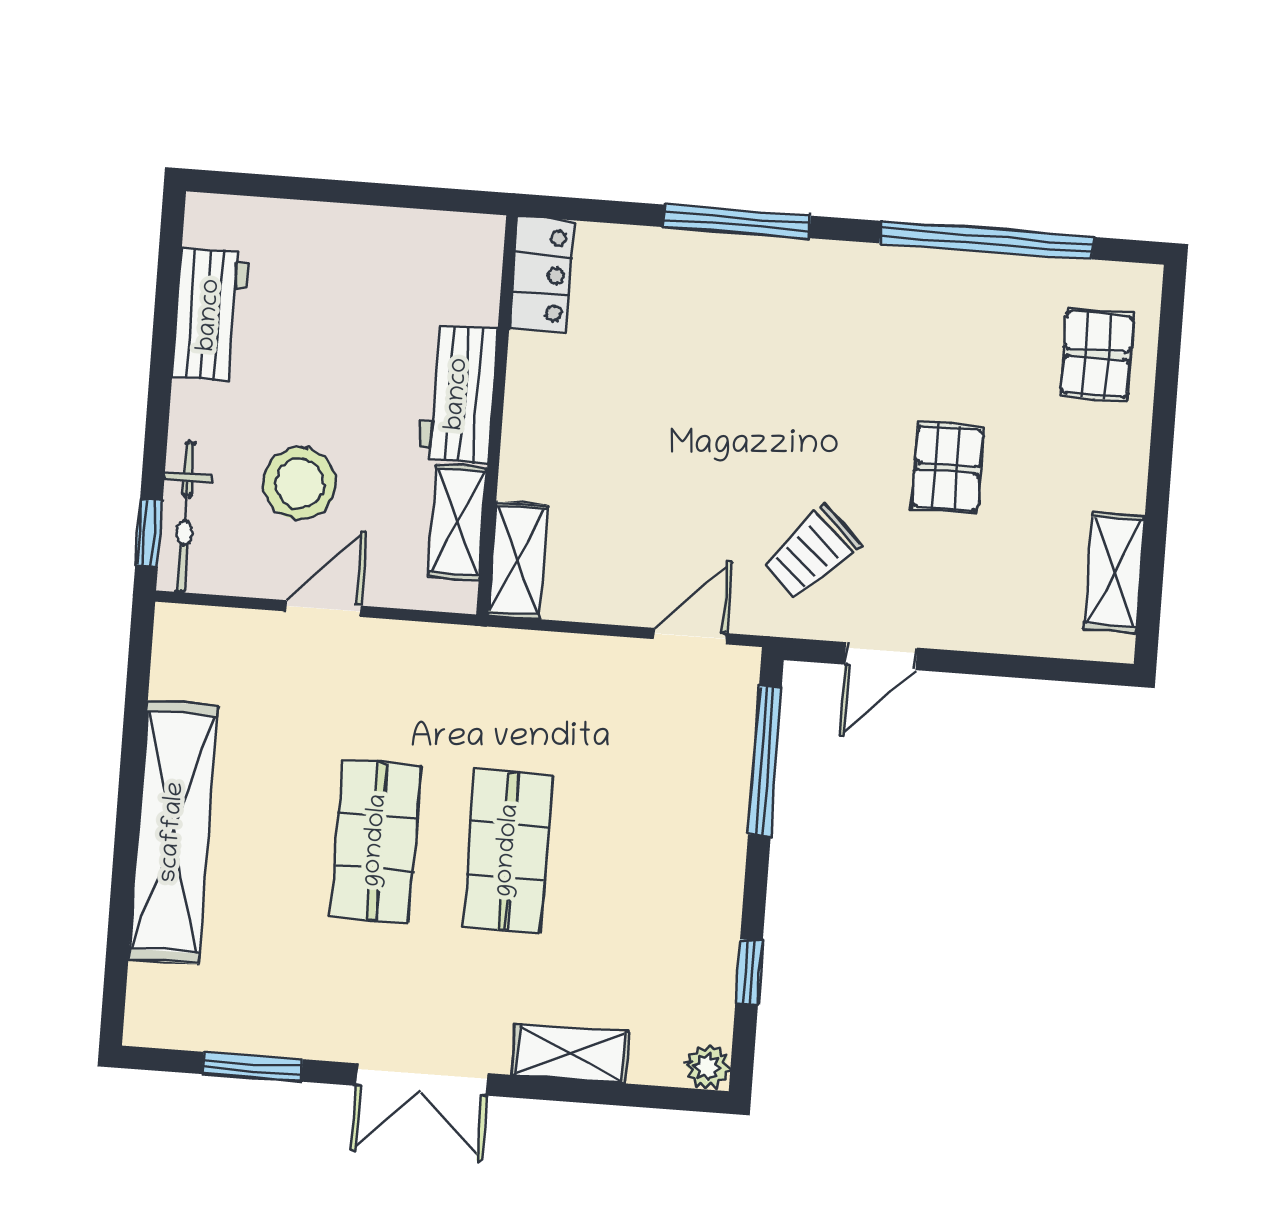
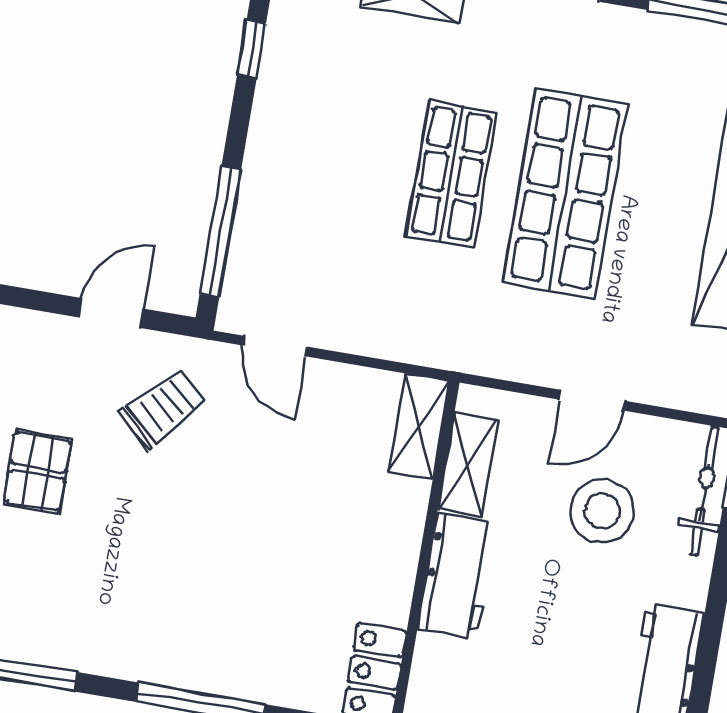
door: (690, 636) -> (275, 346), hinge flipped
shop shelf: (376, 841) -> (565, 193), width x1.43, depth x1.36

